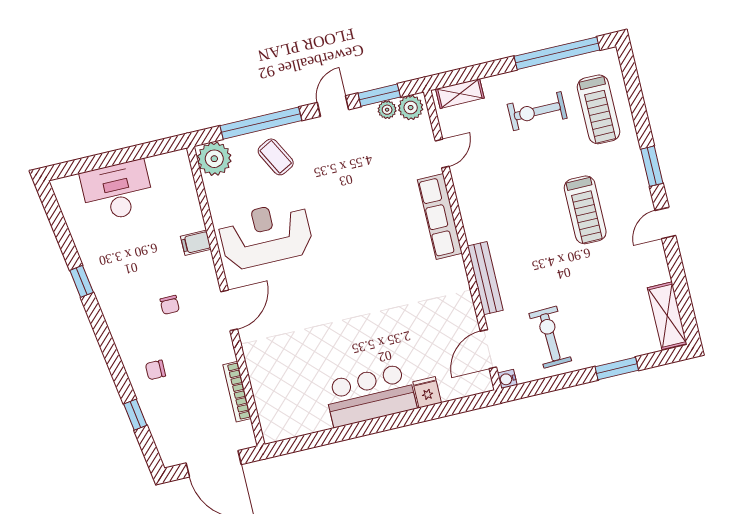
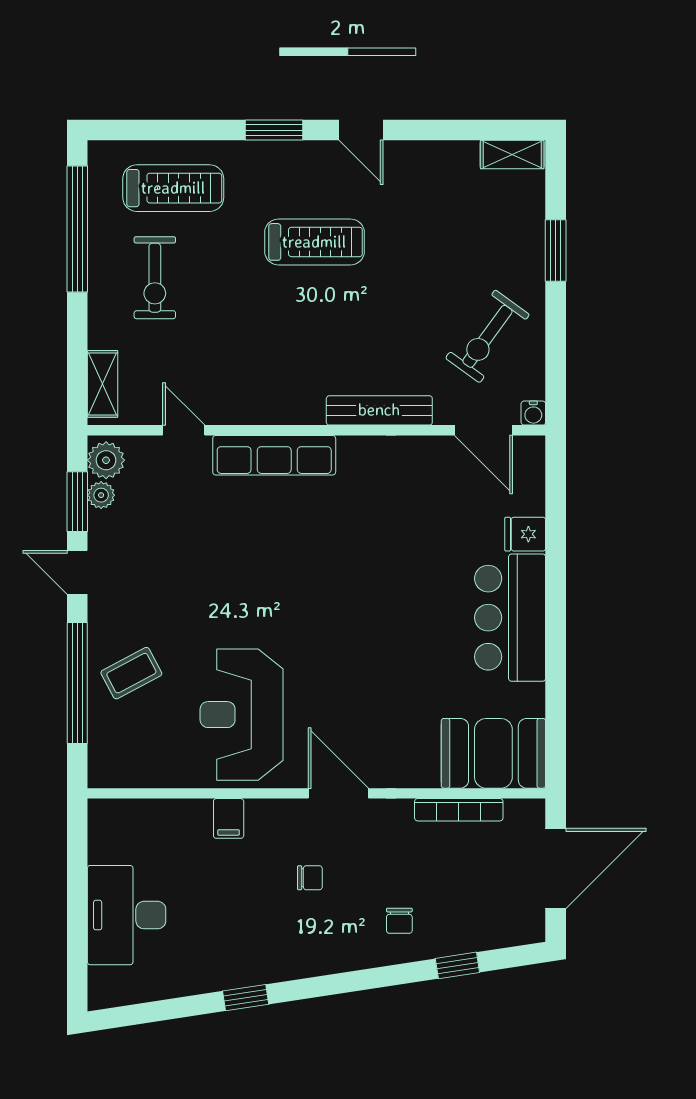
plant: (214, 159) -> (113, 763), removed
shelving: (667, 316) -> (512, 155), width x0.67, depth x0.75
exercise bike: (550, 337) -> (487, 336), turned -52
booth: (279, 405) -> (493, 753), added

